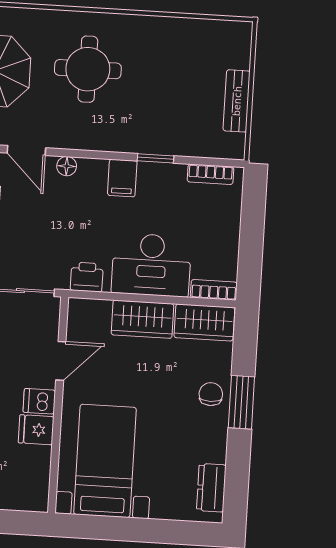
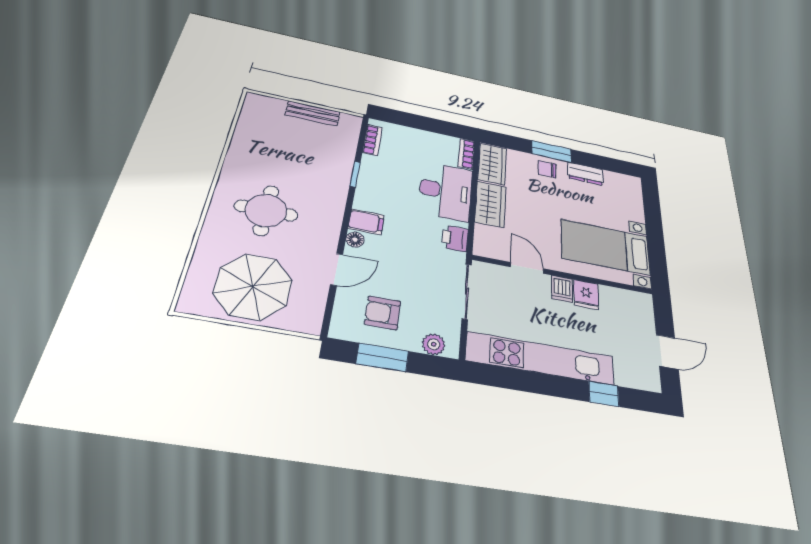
filing cabinet: (122, 178) -> (366, 222), moved
dresser: (211, 488) -> (585, 174), moved

